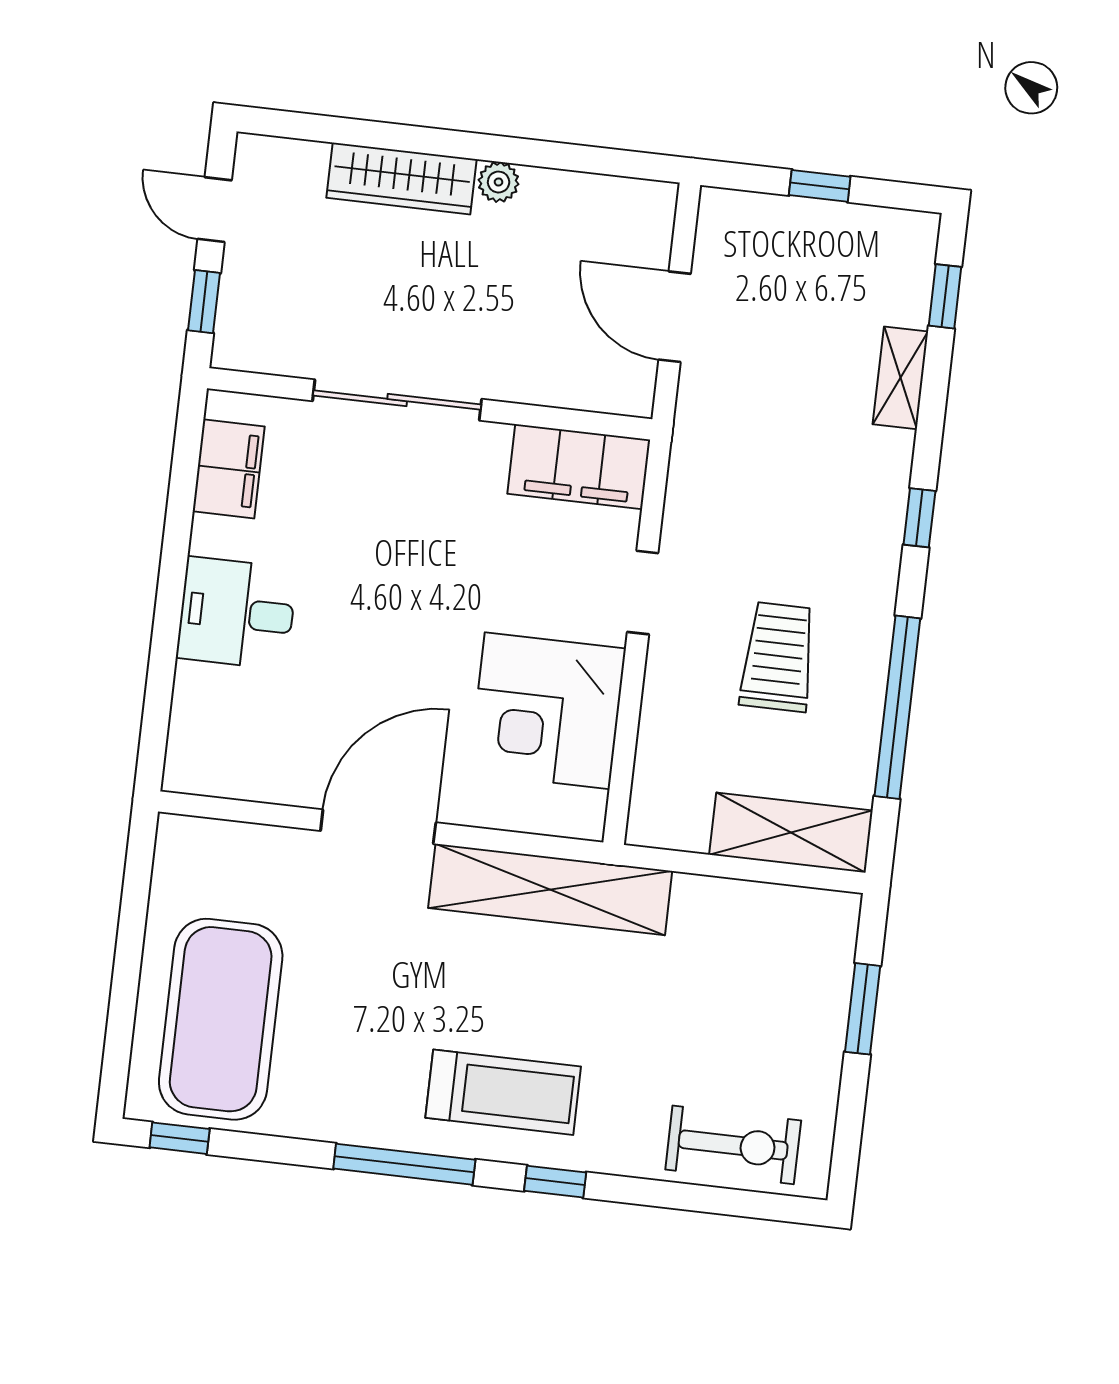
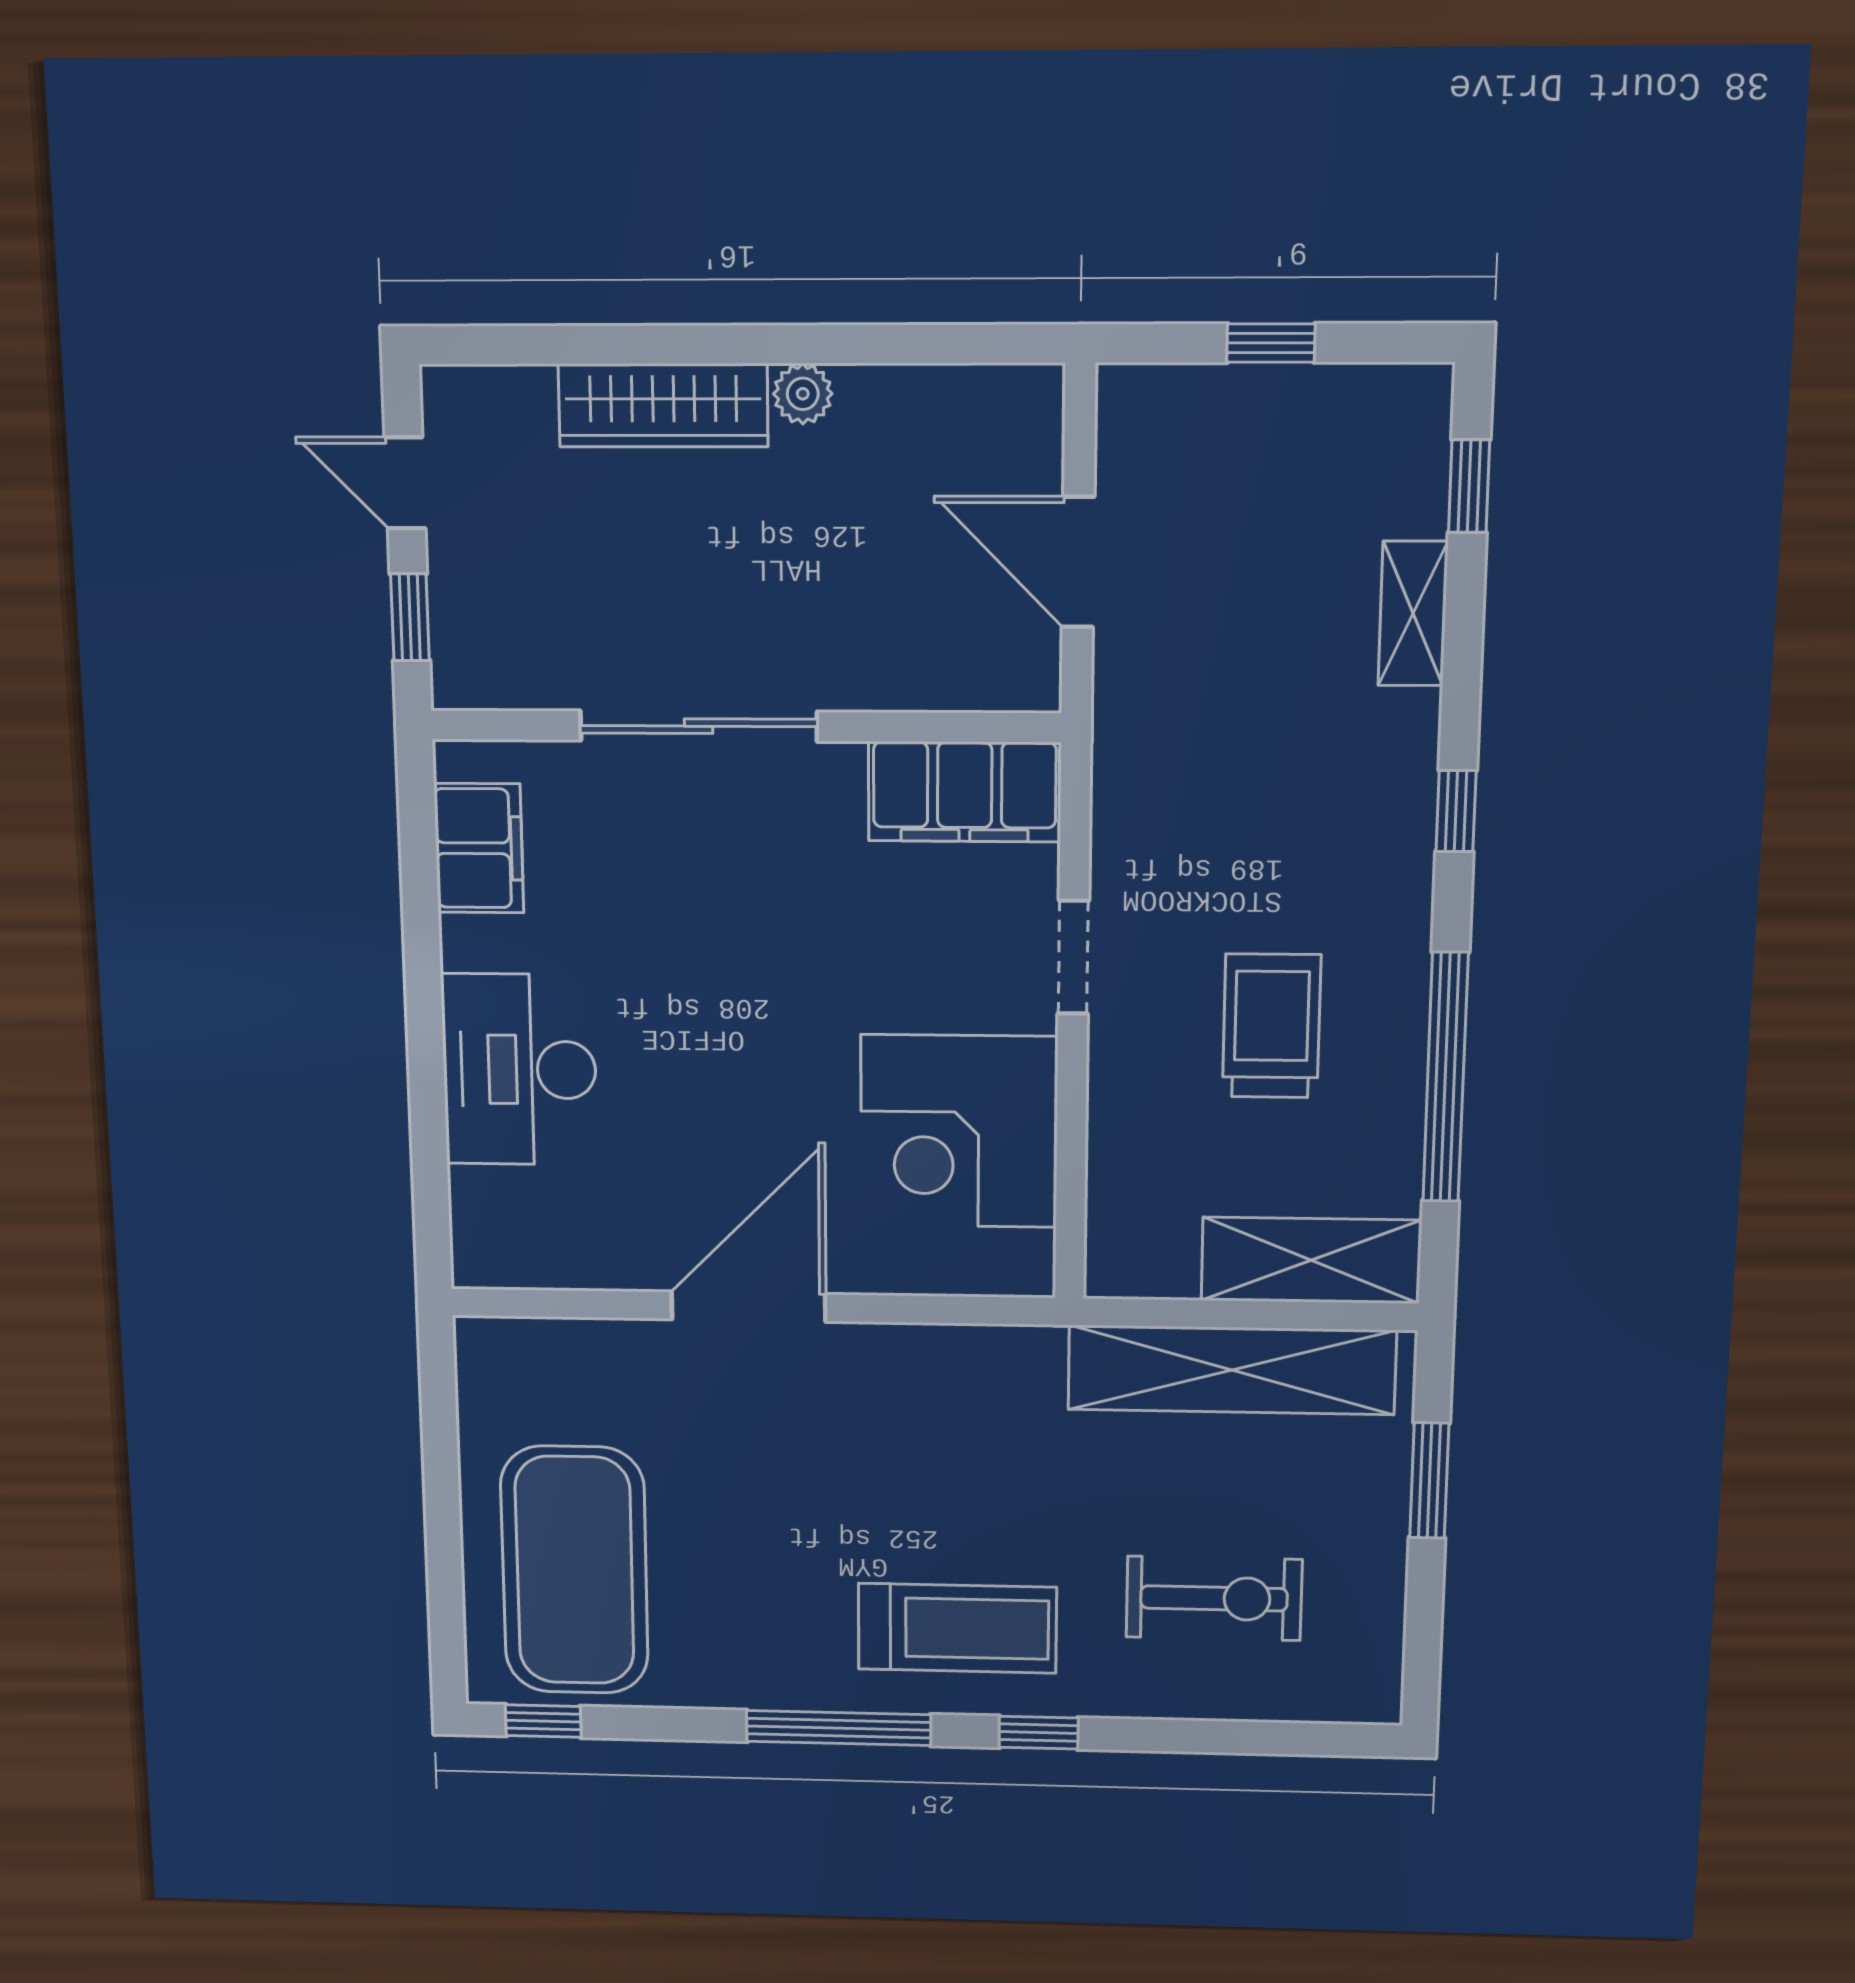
desk: (237, 613) -> (519, 1070), width x1.37
shelving: (550, 890) -> (1232, 1370), moved
exercise bike: (733, 1145) -> (1214, 1598), moved

